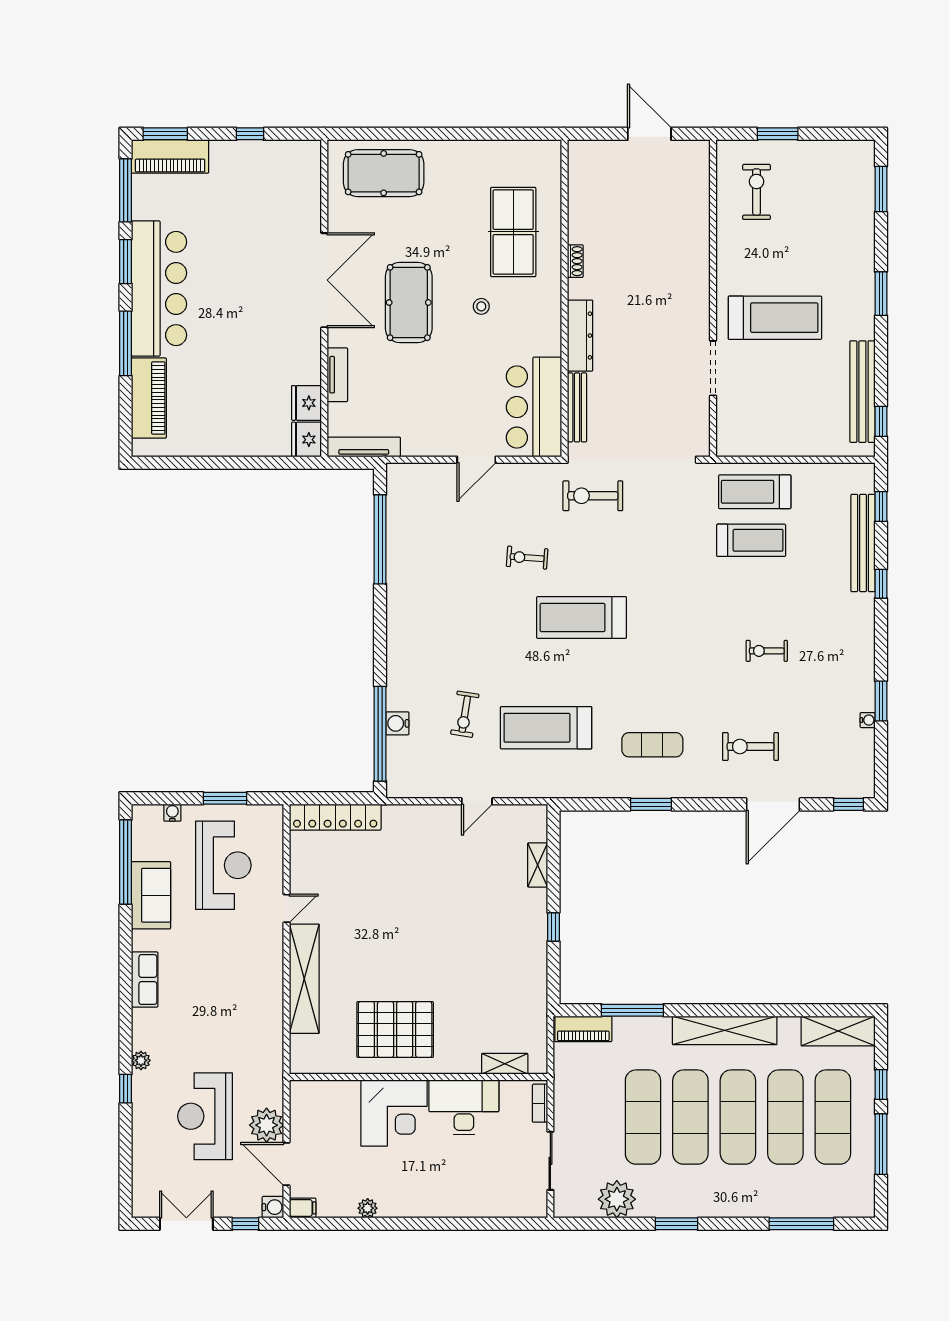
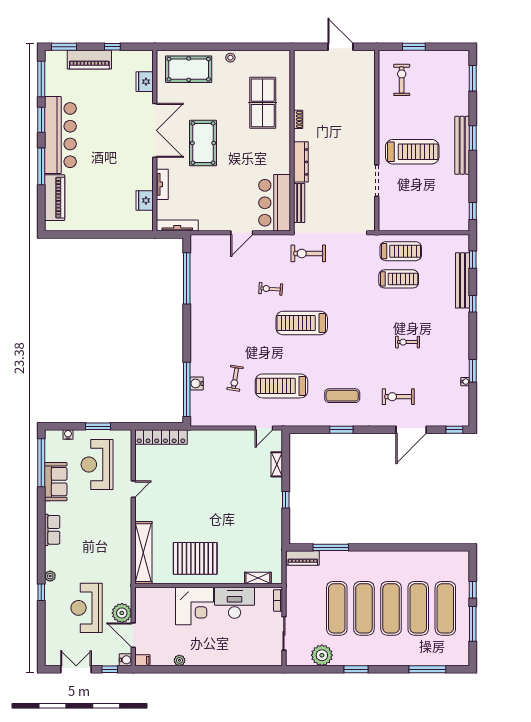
piano: (170, 156) -> (89, 60), moved
stool: (481, 306) -> (230, 58), moved
bench: (862, 392) -> (462, 145), moved
fridge: (306, 440) -> (145, 82), moved
treadmill: (755, 492) -> (401, 251), turned 180
door: (477, 801) -> (264, 428), moved
reception desk: (223, 865) -> (97, 465), turned 180
shelving: (304, 979) -> (143, 553), moved
shelving: (725, 1030) -> (384, 559), removed
shelving: (838, 1031) -> (448, 559), removed

